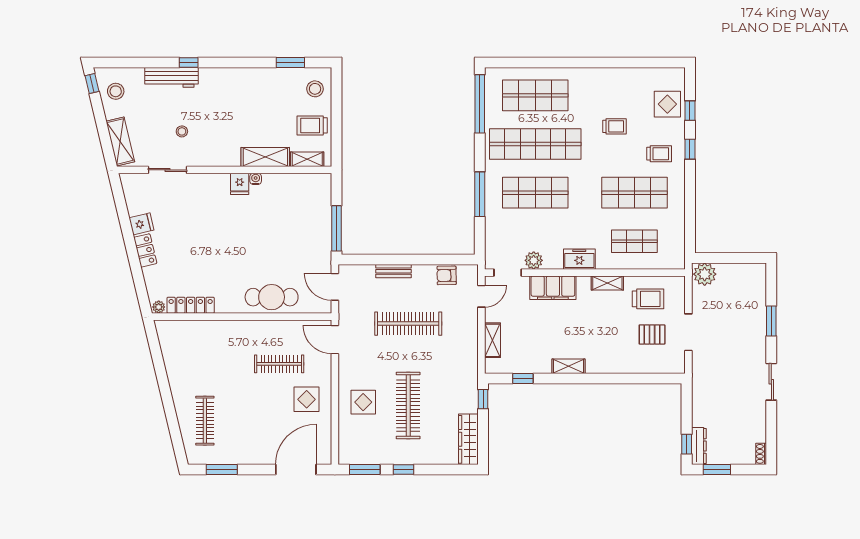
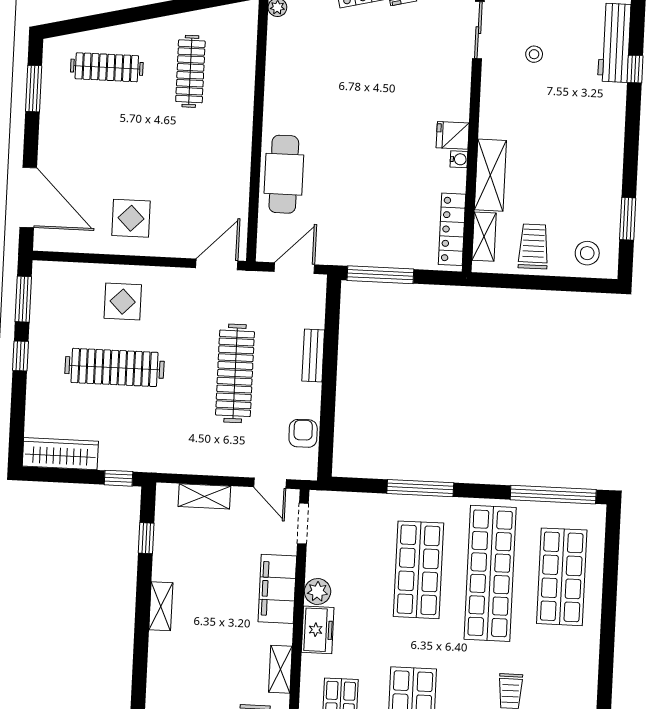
plant: (534, 260) -> (318, 591), moved
locker: (191, 305) -> (452, 229), moved, turned 180
clothes rail: (279, 364) -> (190, 71), moved

